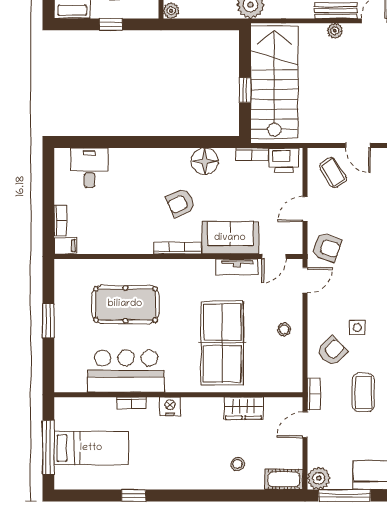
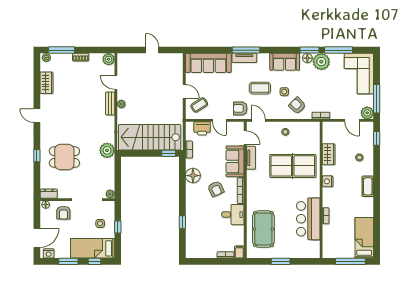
window: (245, 90) -> (169, 153), moved
window: (120, 142) -> (182, 222), added
door: (358, 145) -> (184, 91), hinge flipped
printer: (284, 160) -> (202, 128), moved, turned 90
desk: (89, 168) -> (233, 215), moved, turned 180
armchair: (327, 247) -> (240, 108), turned -110
pool table: (125, 304) -> (263, 229), moved
coffee table: (363, 393) -> (260, 88), moved
nightstand: (170, 406) -> (328, 181), moved
door: (305, 425) -> (352, 120), moved
bed: (91, 448) -> (364, 238), moved
cot: (284, 479) -> (368, 186), moved
window: (134, 496) -> (377, 138), moved

